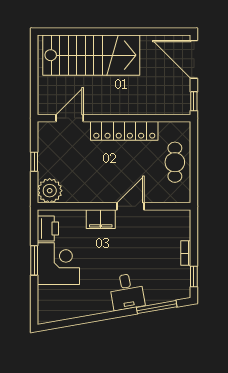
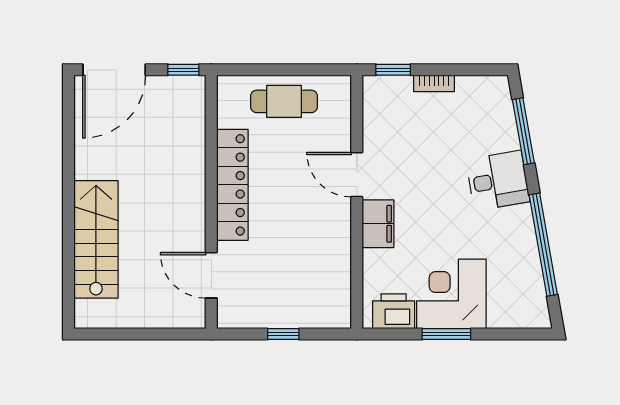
stairs: (91, 55) -> (96, 239), width x0.73, depth x0.66
plant: (50, 191) -> (331, 308), removed
window: (194, 277) -> (393, 70), moved
window: (88, 319) -> (543, 245), added

